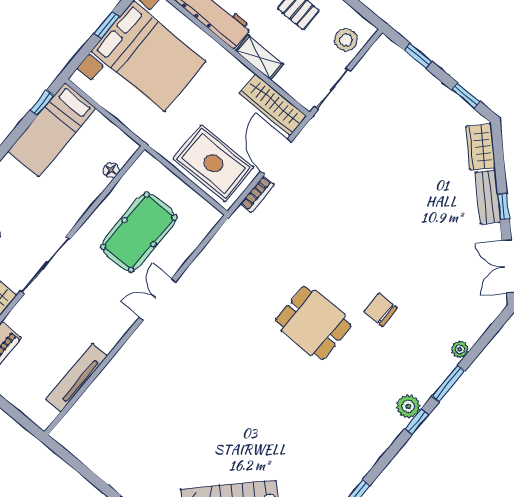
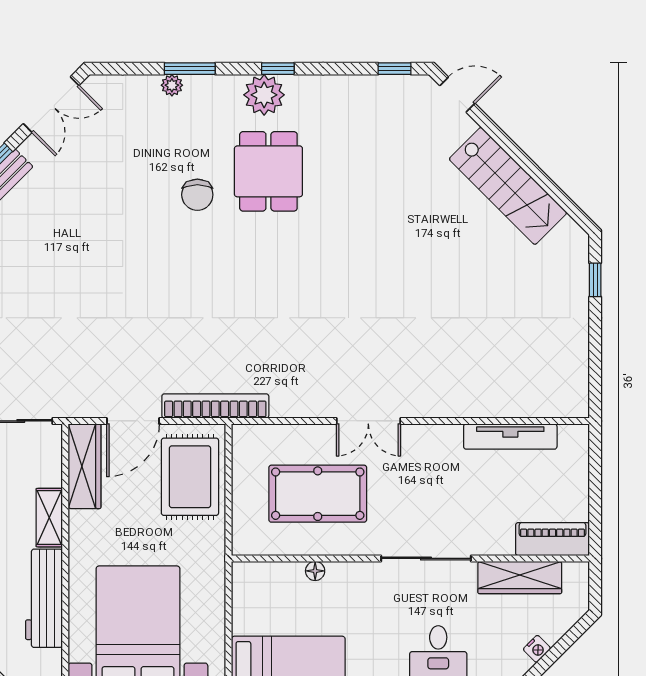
floor lamp: (111, 170) -> (315, 571), moved
bookcase: (257, 194) -> (215, 406), width x2.31, depth x1.31
dining table: (313, 323) -> (268, 171), moved
window: (449, 383) -> (190, 69), moved
plant: (408, 406) -> (264, 95), width x1.36, depth x1.36

